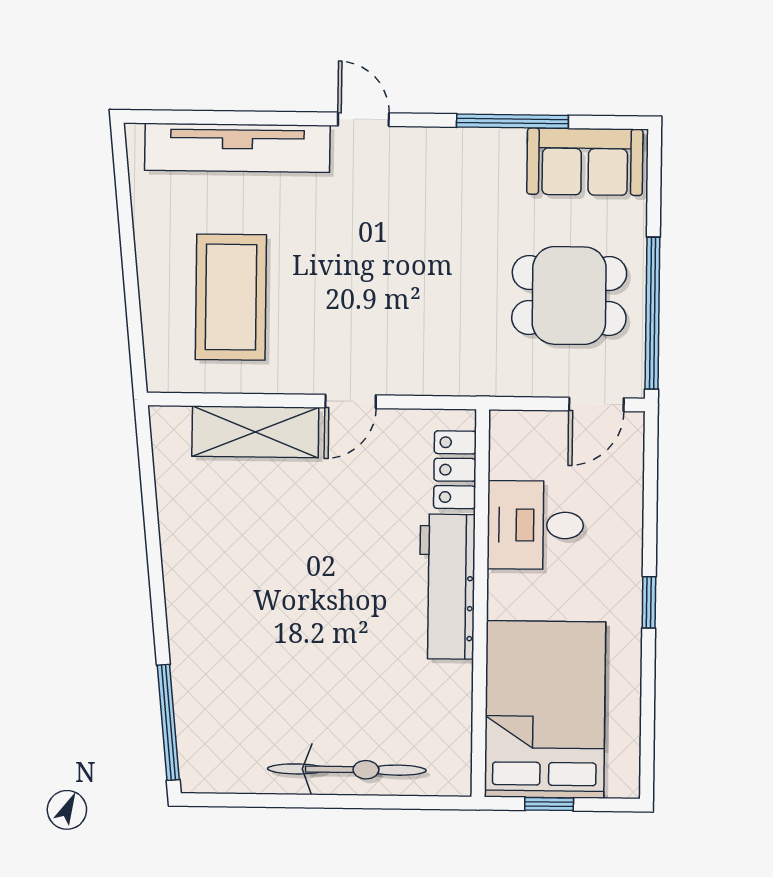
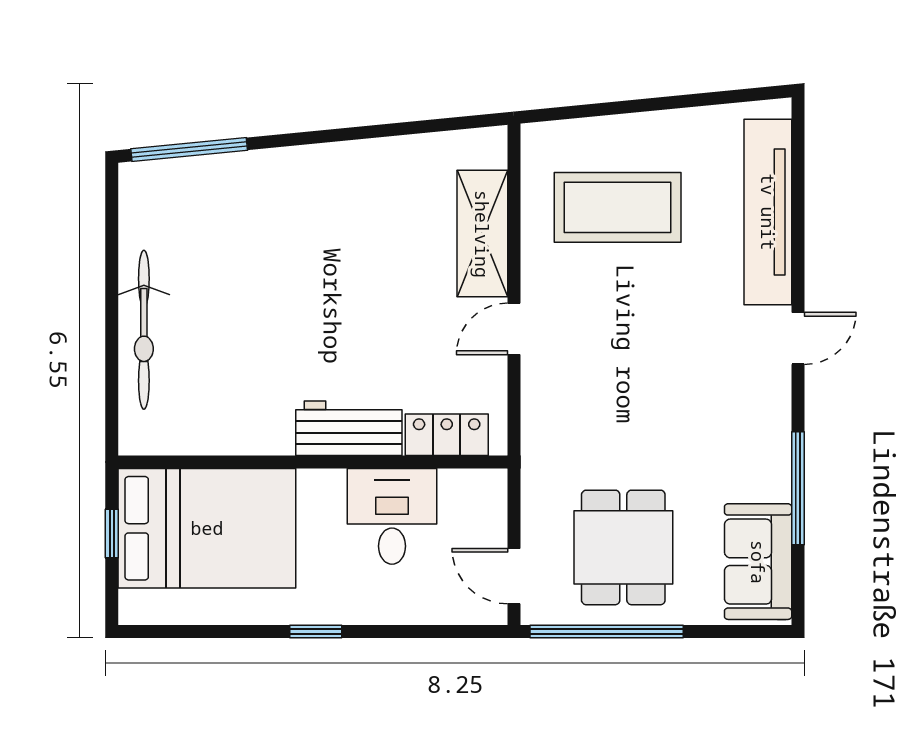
door: (351, 401) -> (514, 329), hinge flipped
workbench: (447, 587) -> (349, 428), width x0.73

